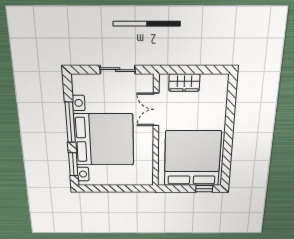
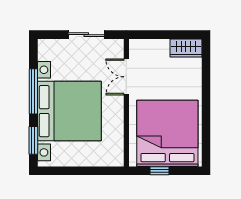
wardrobe: (184, 83) -> (186, 48), moved
window: (204, 189) -> (159, 171), moved

